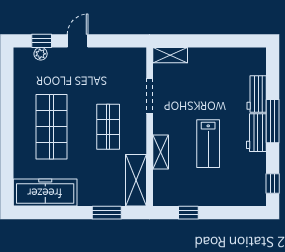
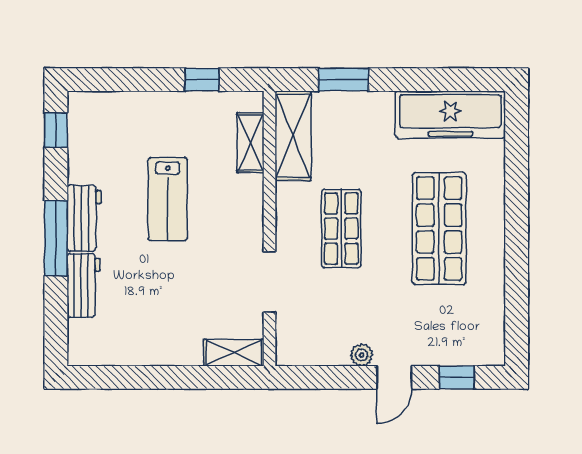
plant: (41, 54) -> (362, 355), moved
lab bench: (208, 144) -> (168, 199), turned 180
shelving: (161, 152) -> (250, 143), moved

